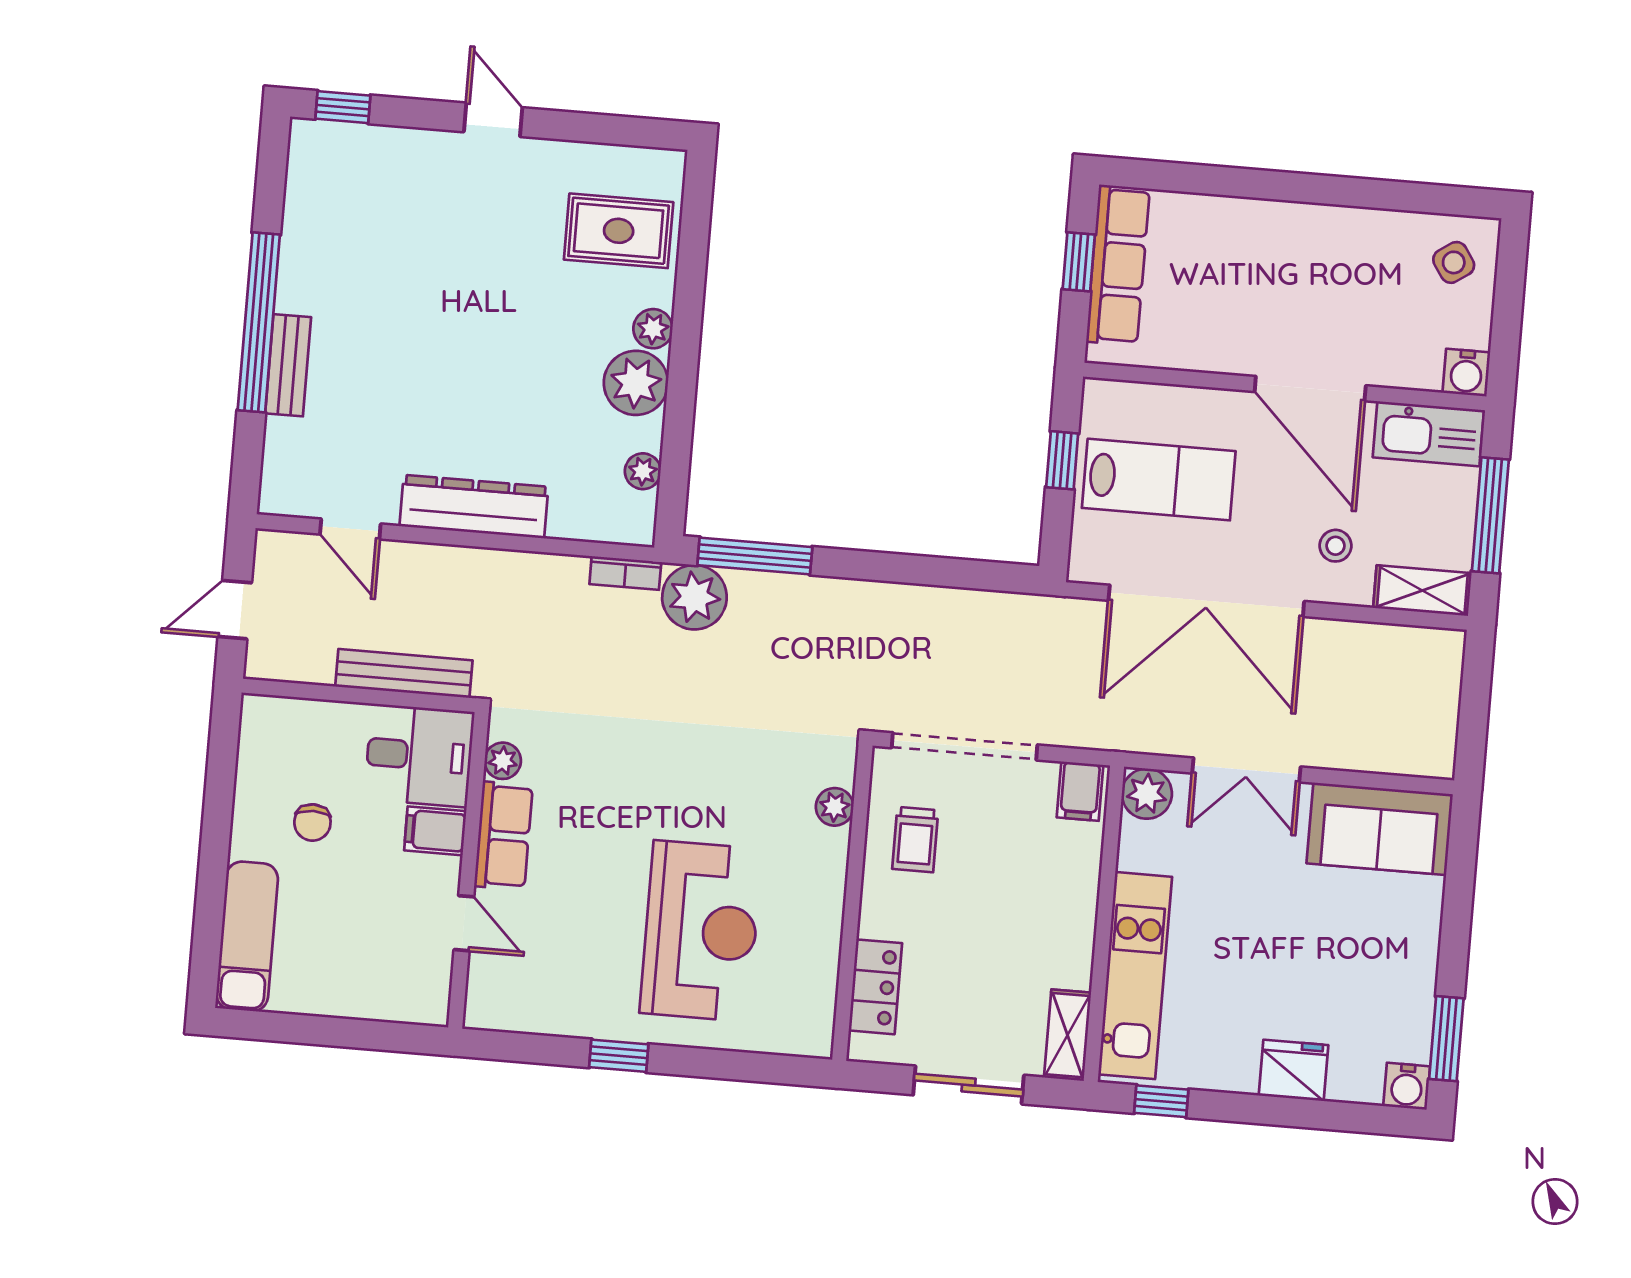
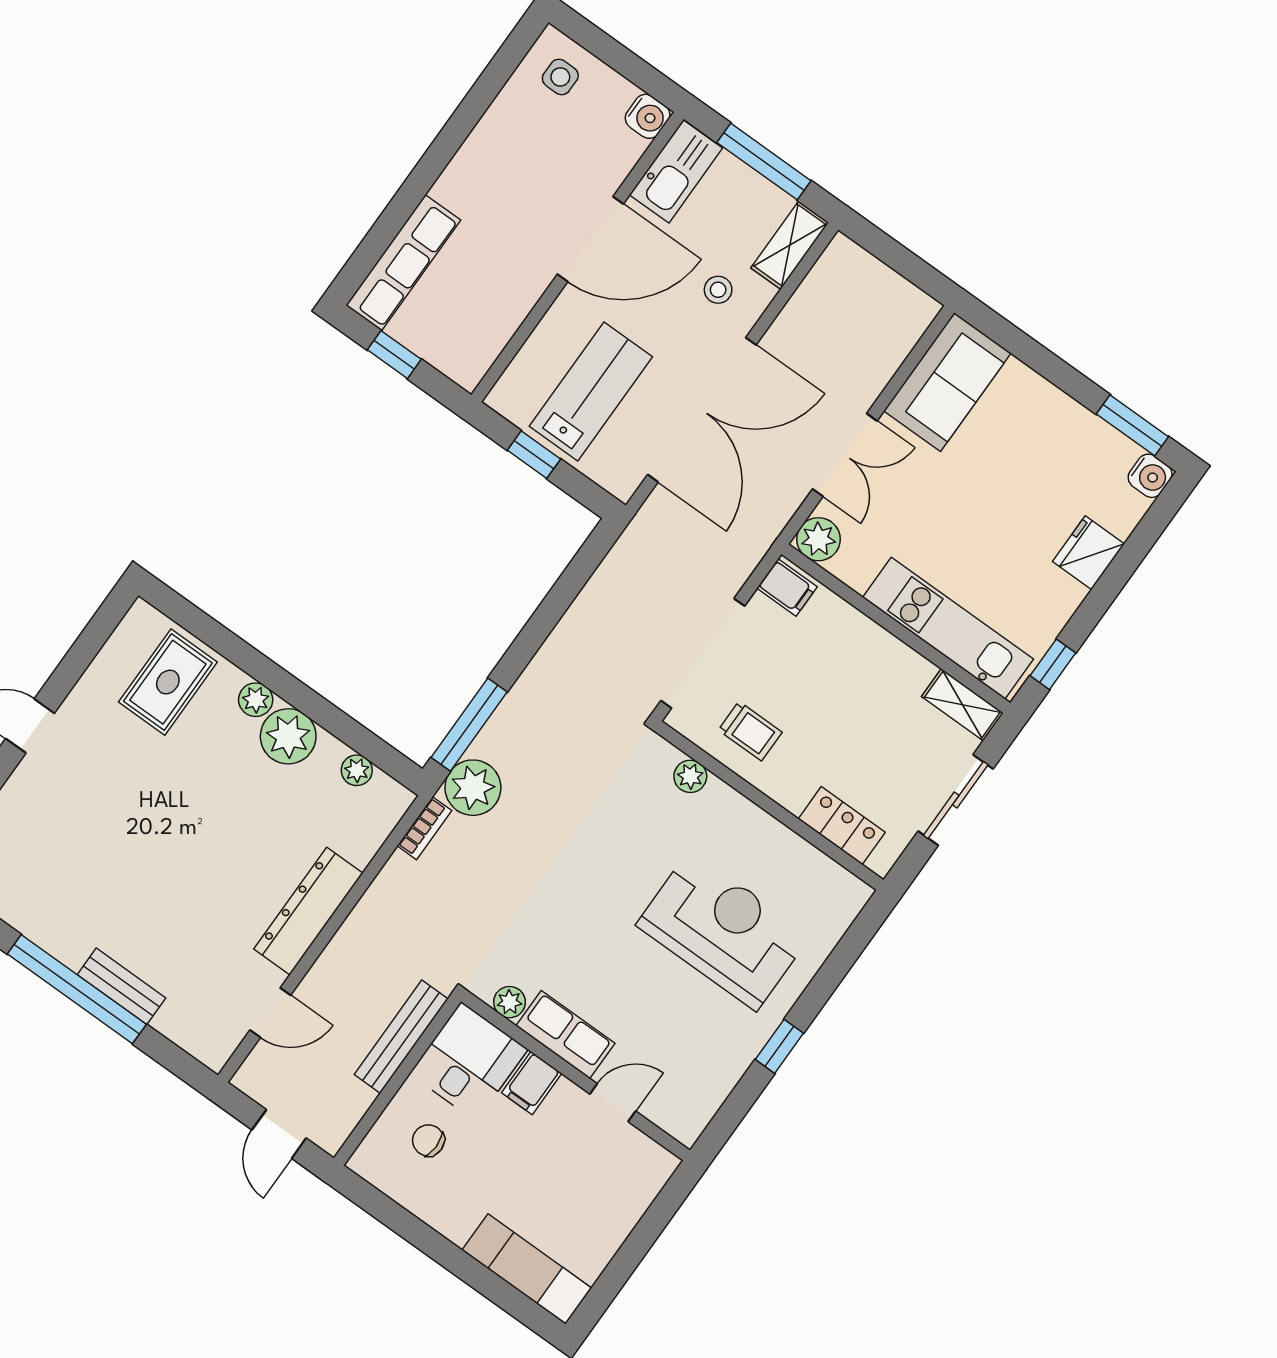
side table: (1454, 262) -> (560, 77), turned 34
row of seats: (1118, 265) -> (403, 263), moved, turned 90
chair: (312, 822) -> (428, 1140), moved, turned 180

